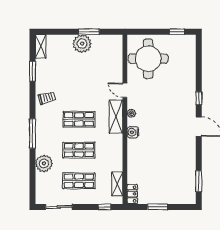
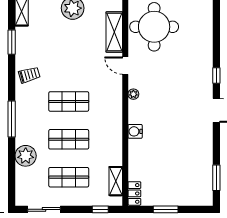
shelving: (116, 117) -> (114, 32), moved
water cooler: (133, 132) -> (135, 131), moved

